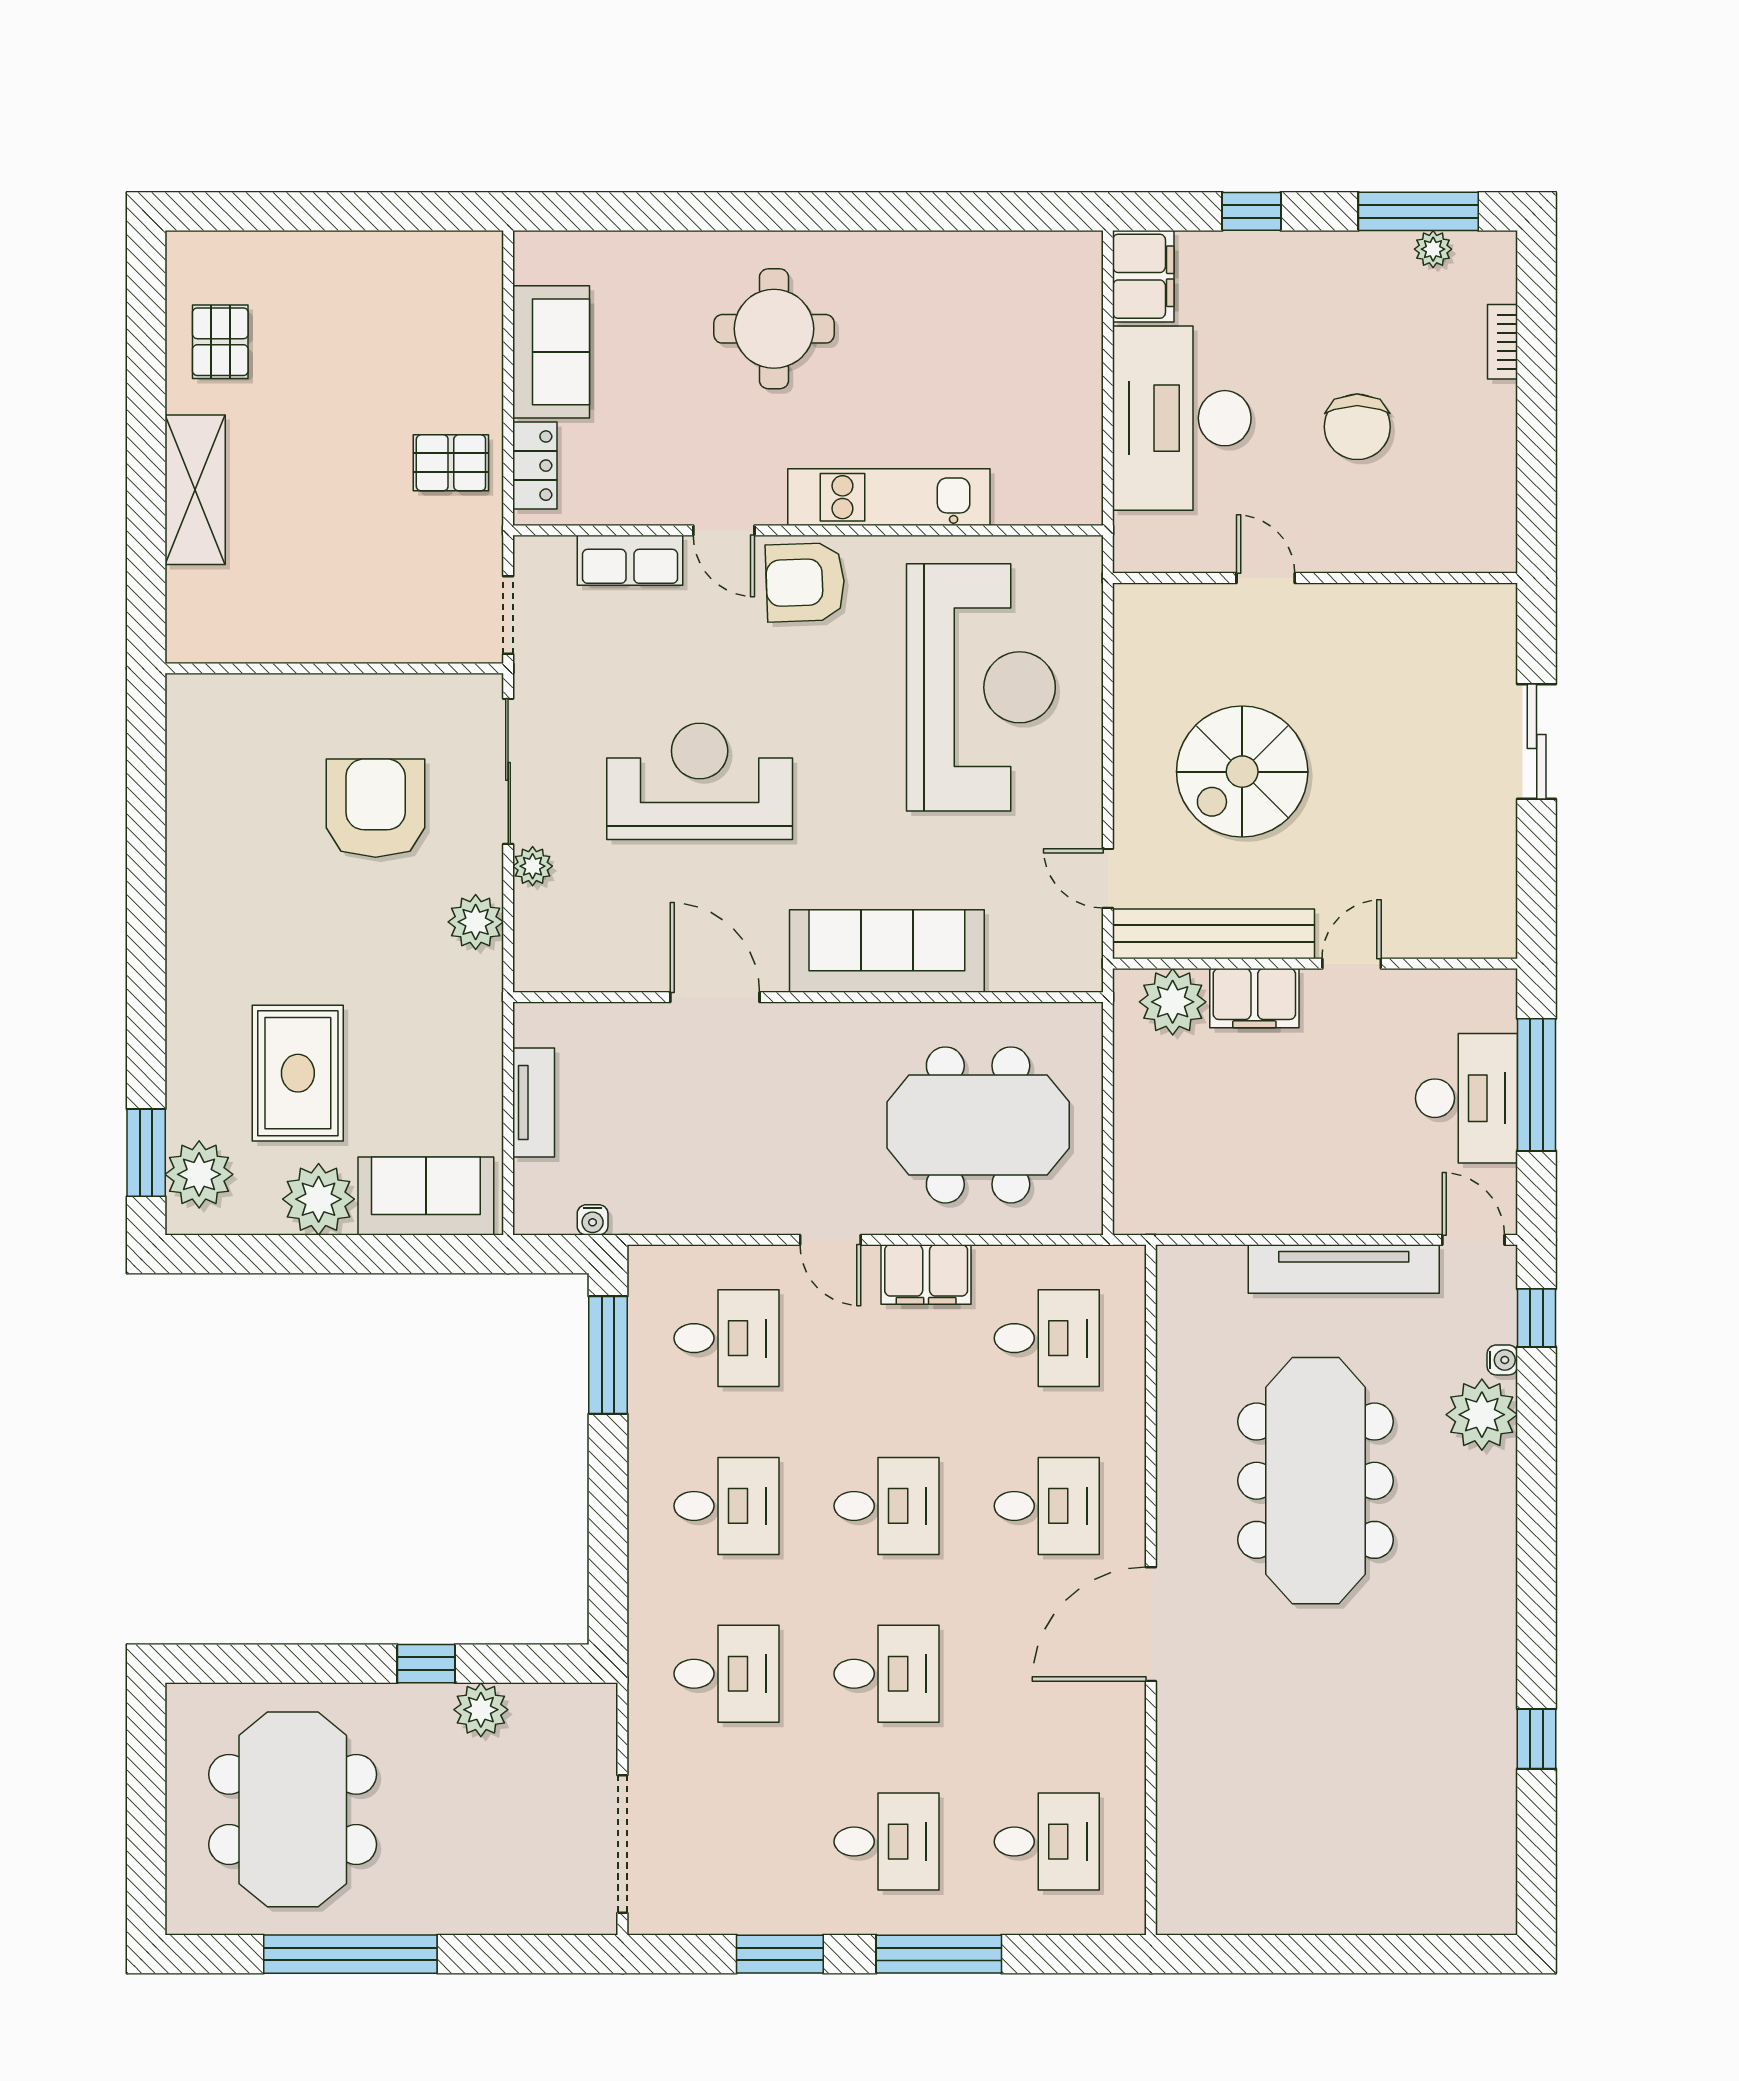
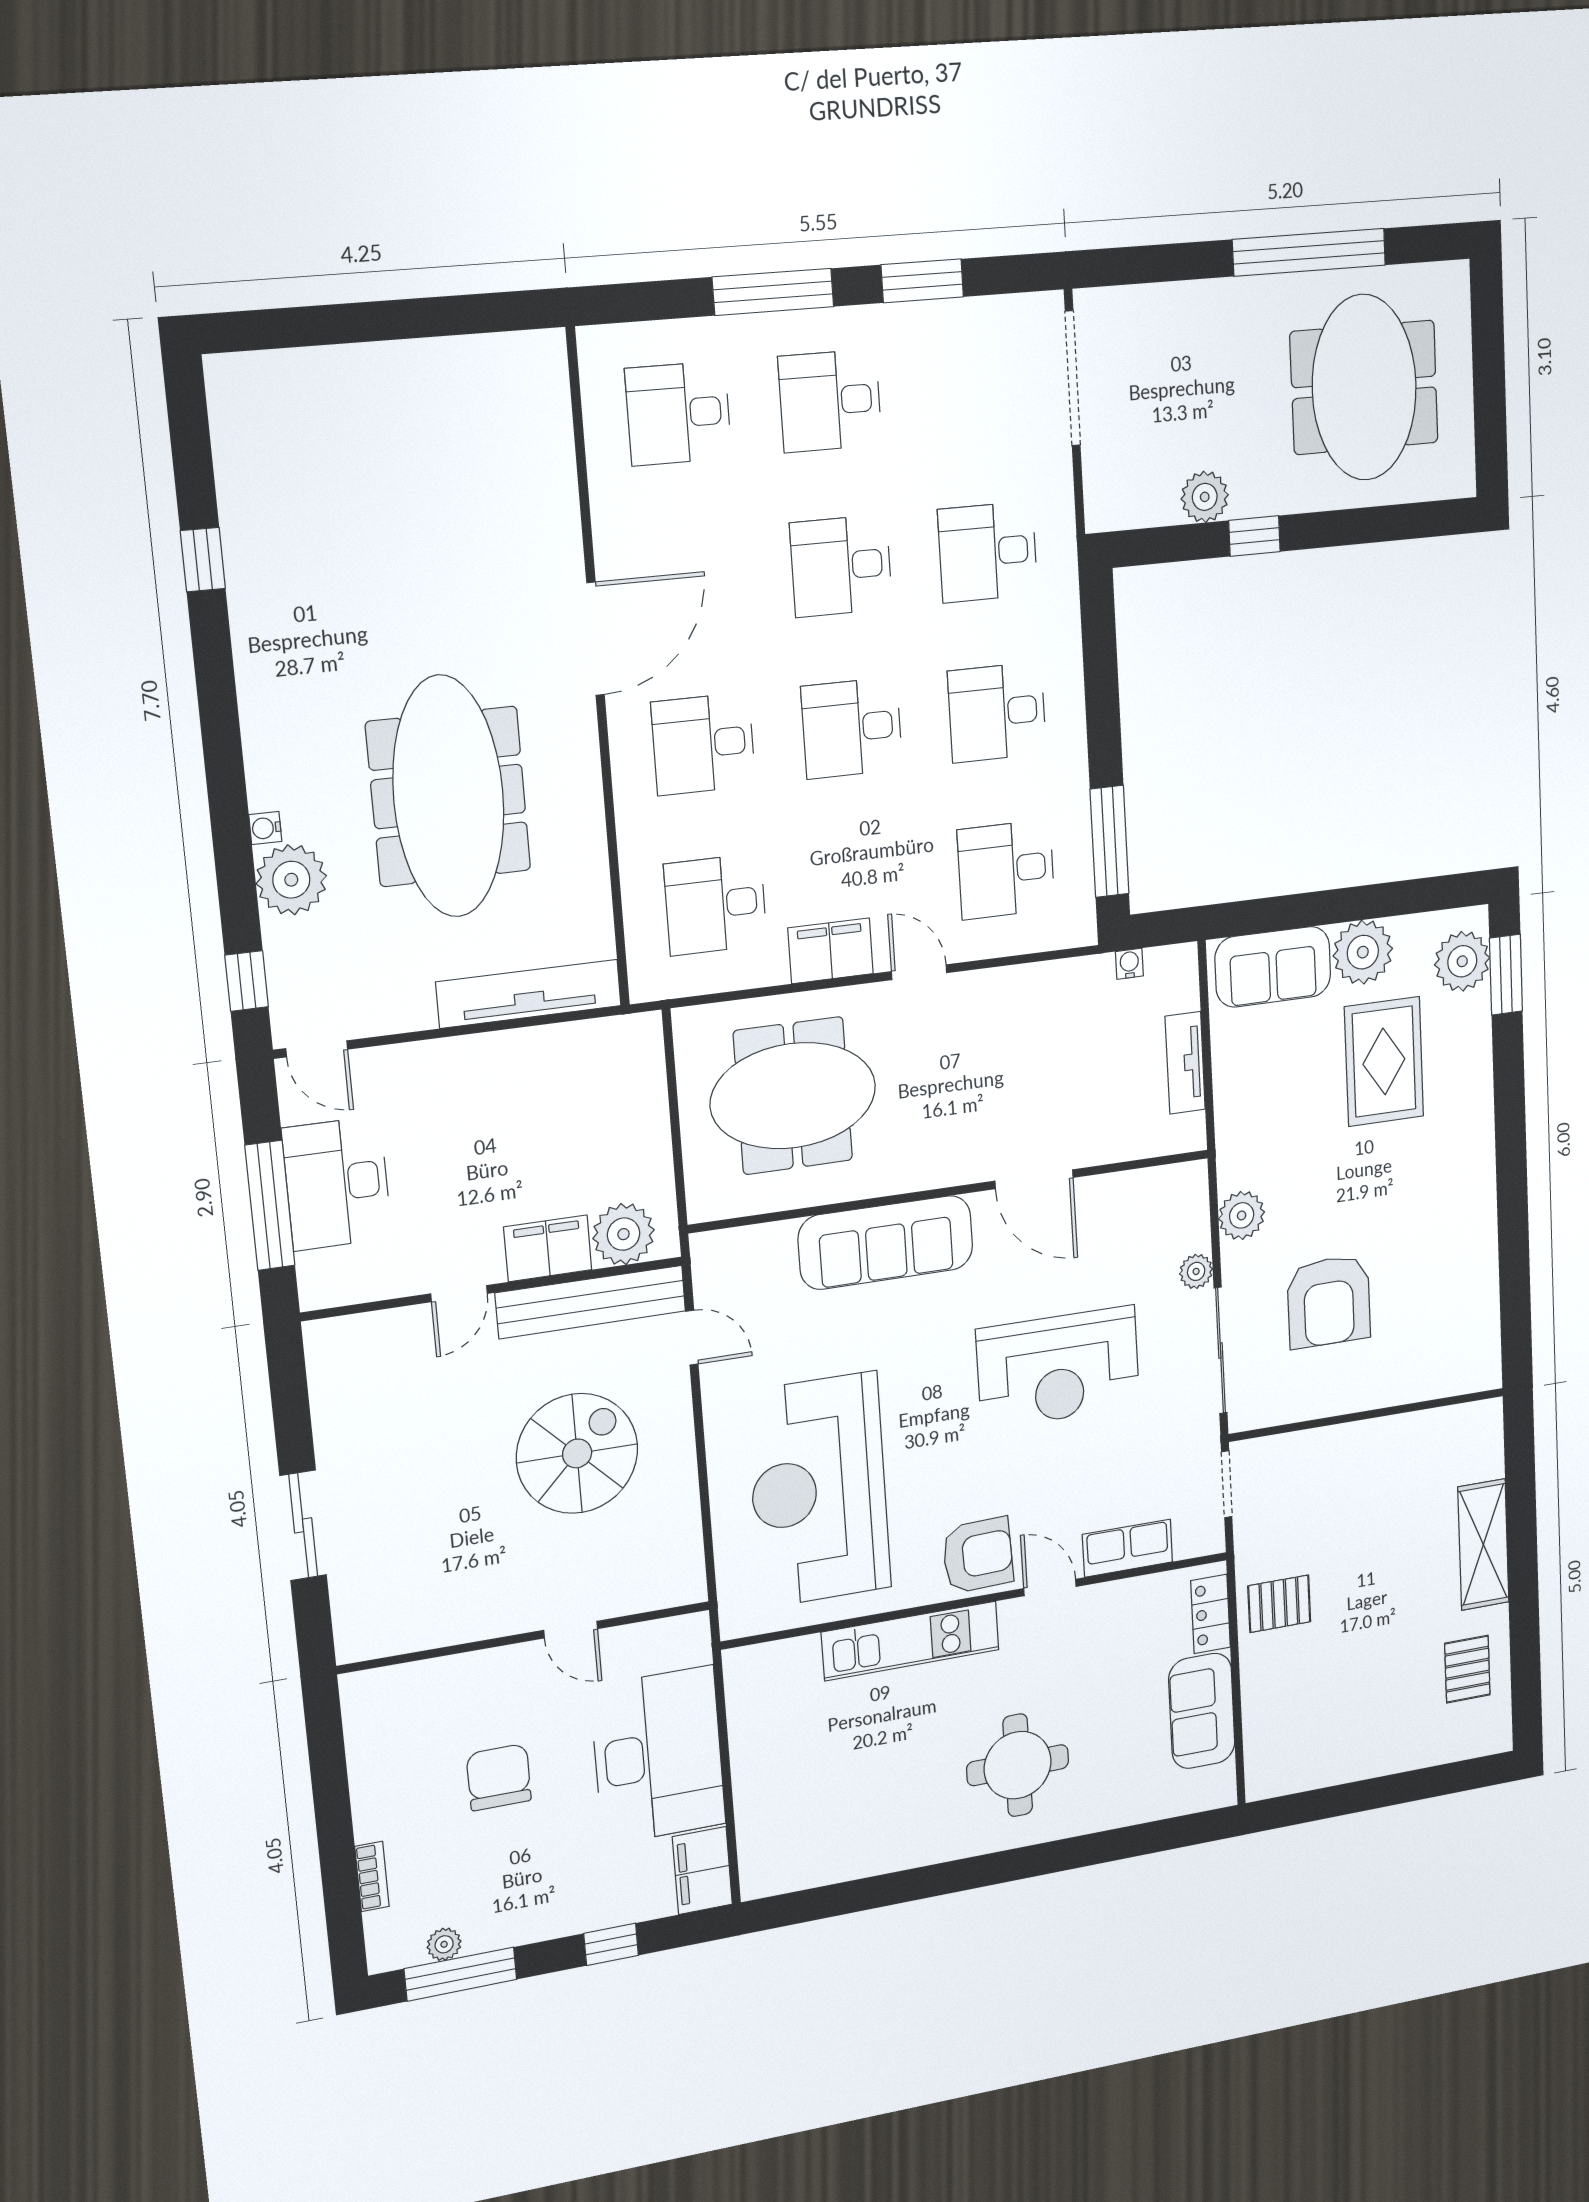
tv unit: (1344, 1269) -> (529, 994), moved
water cooler: (1502, 1360) -> (265, 828), moved

